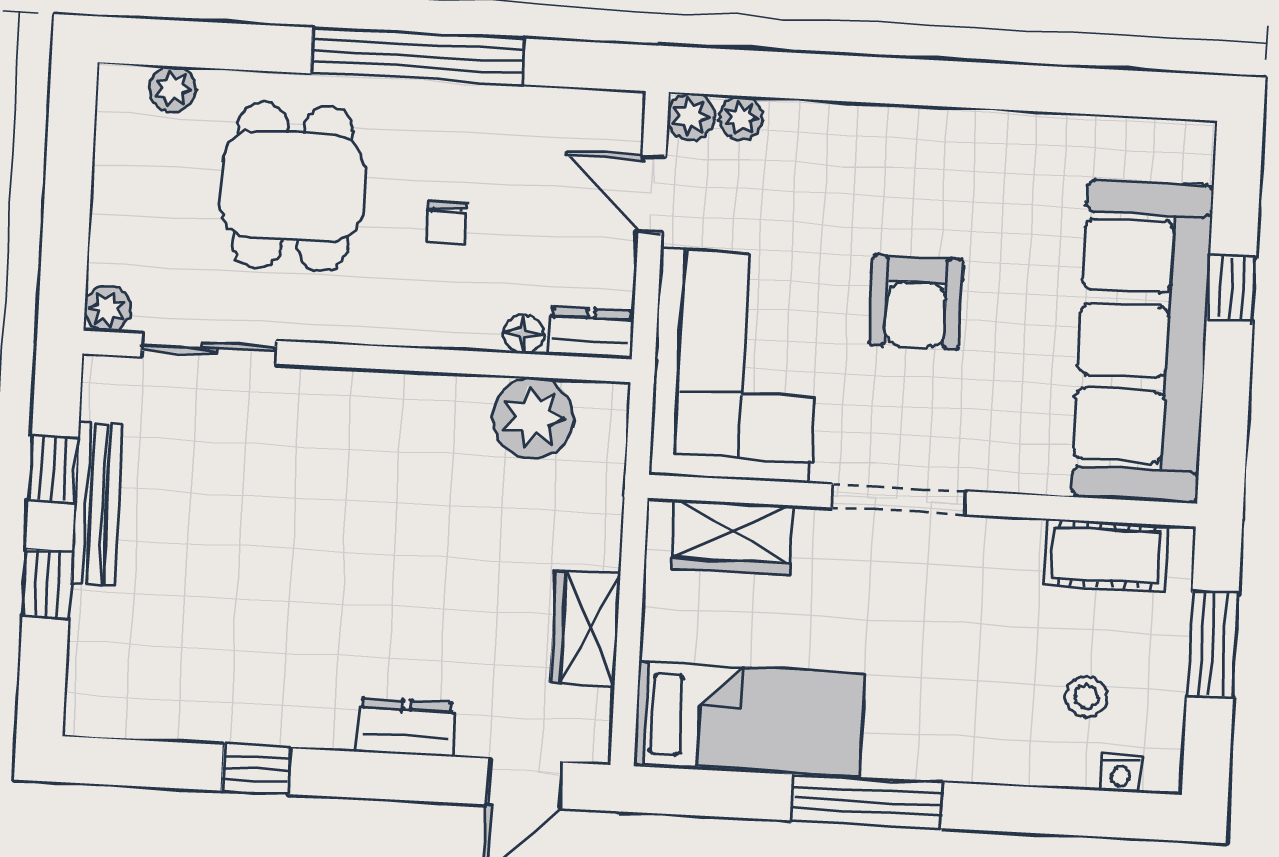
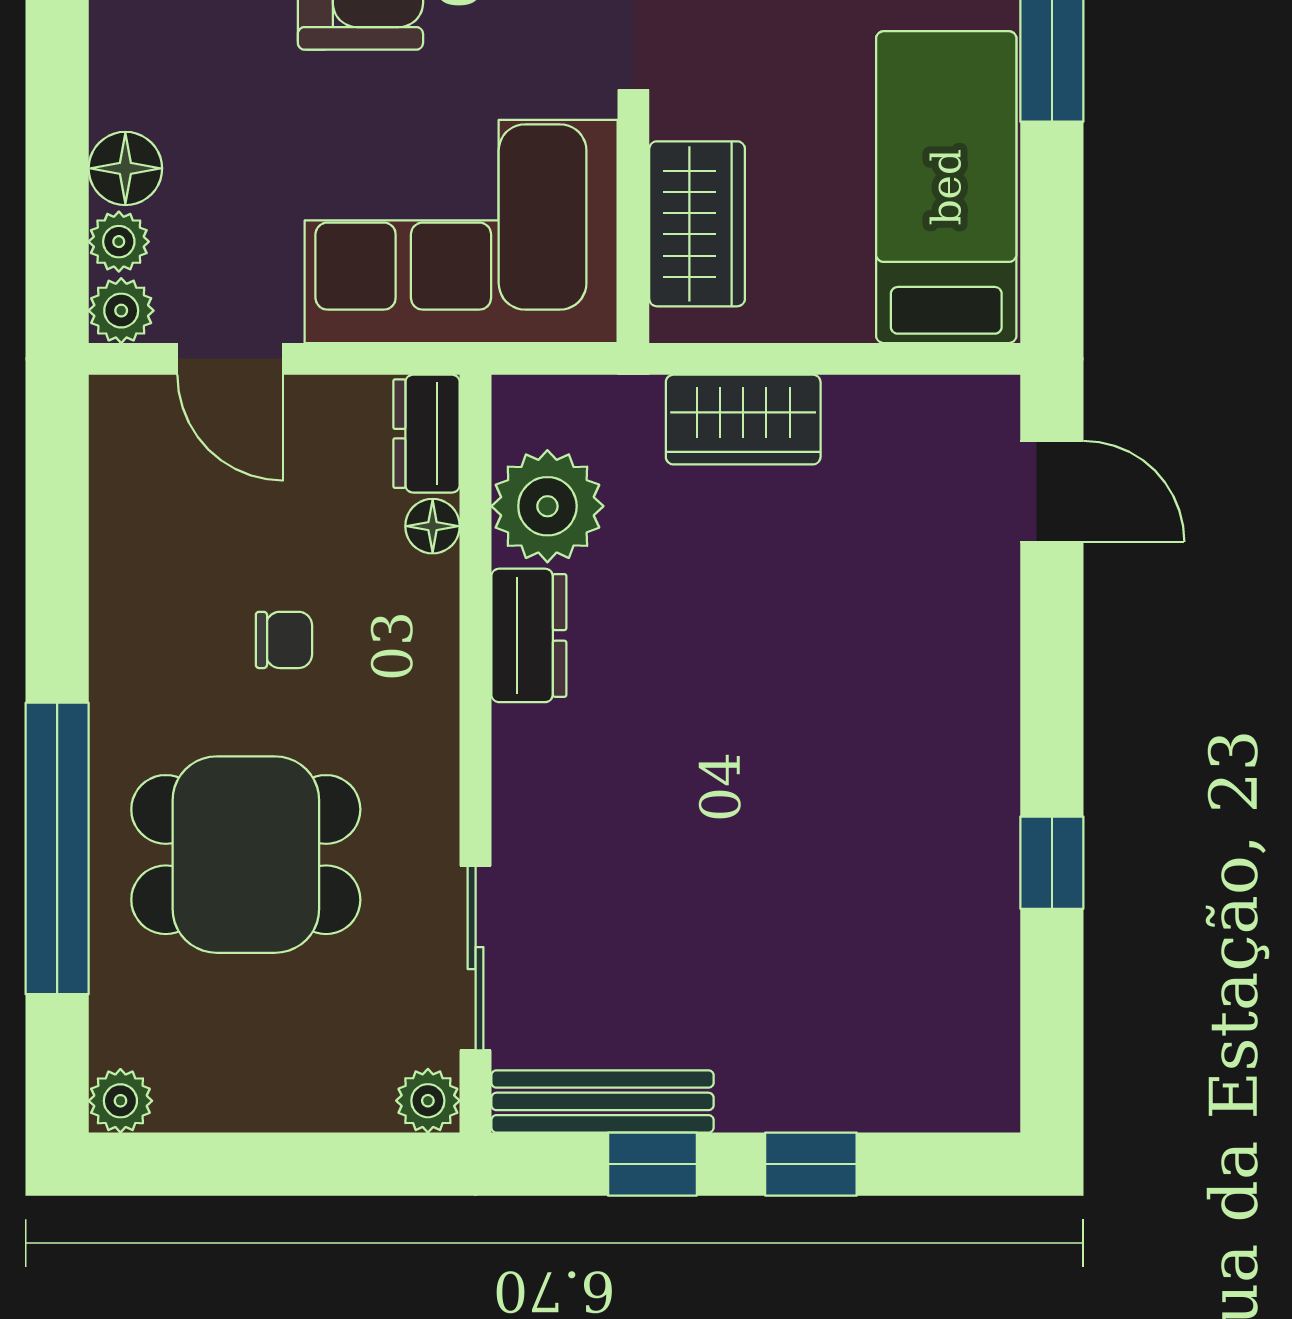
window: (417, 56) -> (57, 848), moved
plant: (173, 89) -> (120, 1101), moved
floor lamp: (794, 125) -> (125, 168), added
door: (652, 194) -> (230, 359), hinge flipped
bench: (97, 504) -> (602, 1101), moved
wardrobe: (585, 628) -> (743, 420), moved
dresser: (406, 727) -> (529, 635), moved, turned 180

